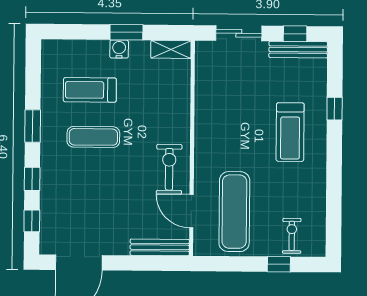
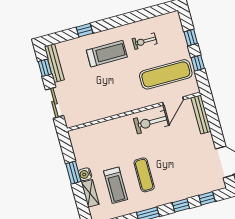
shelving: (171, 49) -> (90, 193), moved
exercise bike: (292, 236) -> (145, 41), moved
window: (238, 264) -> (198, 63), added

